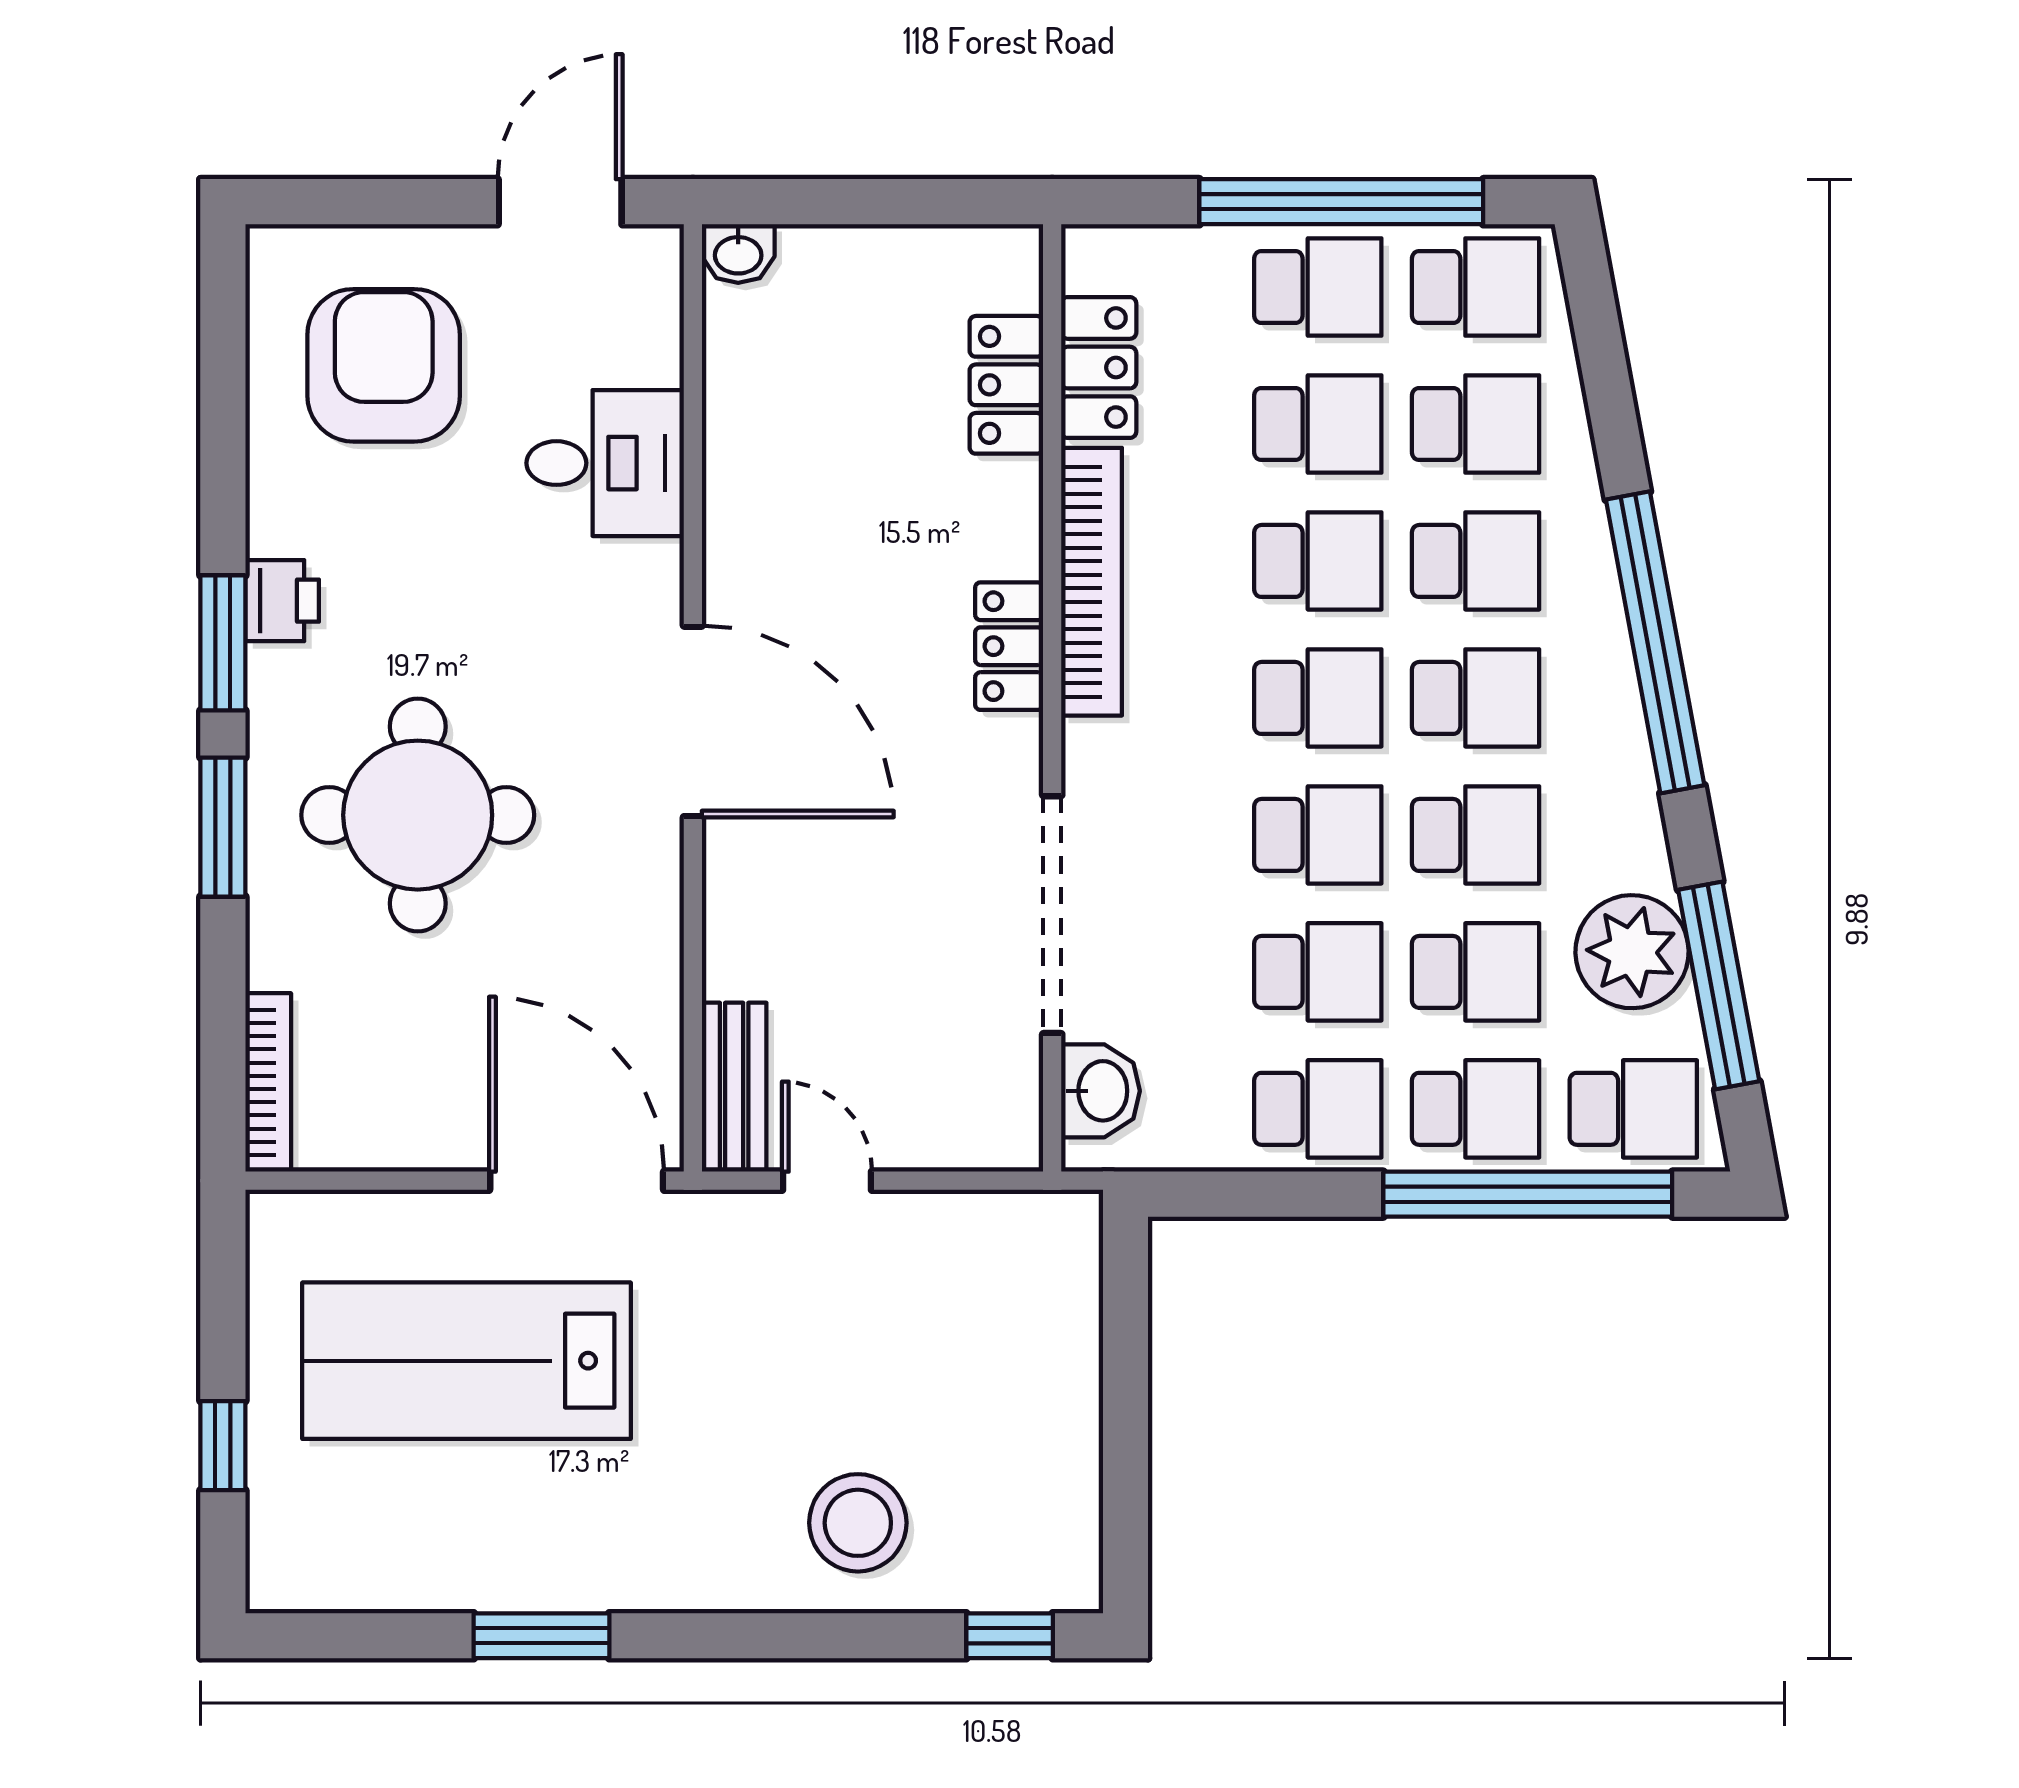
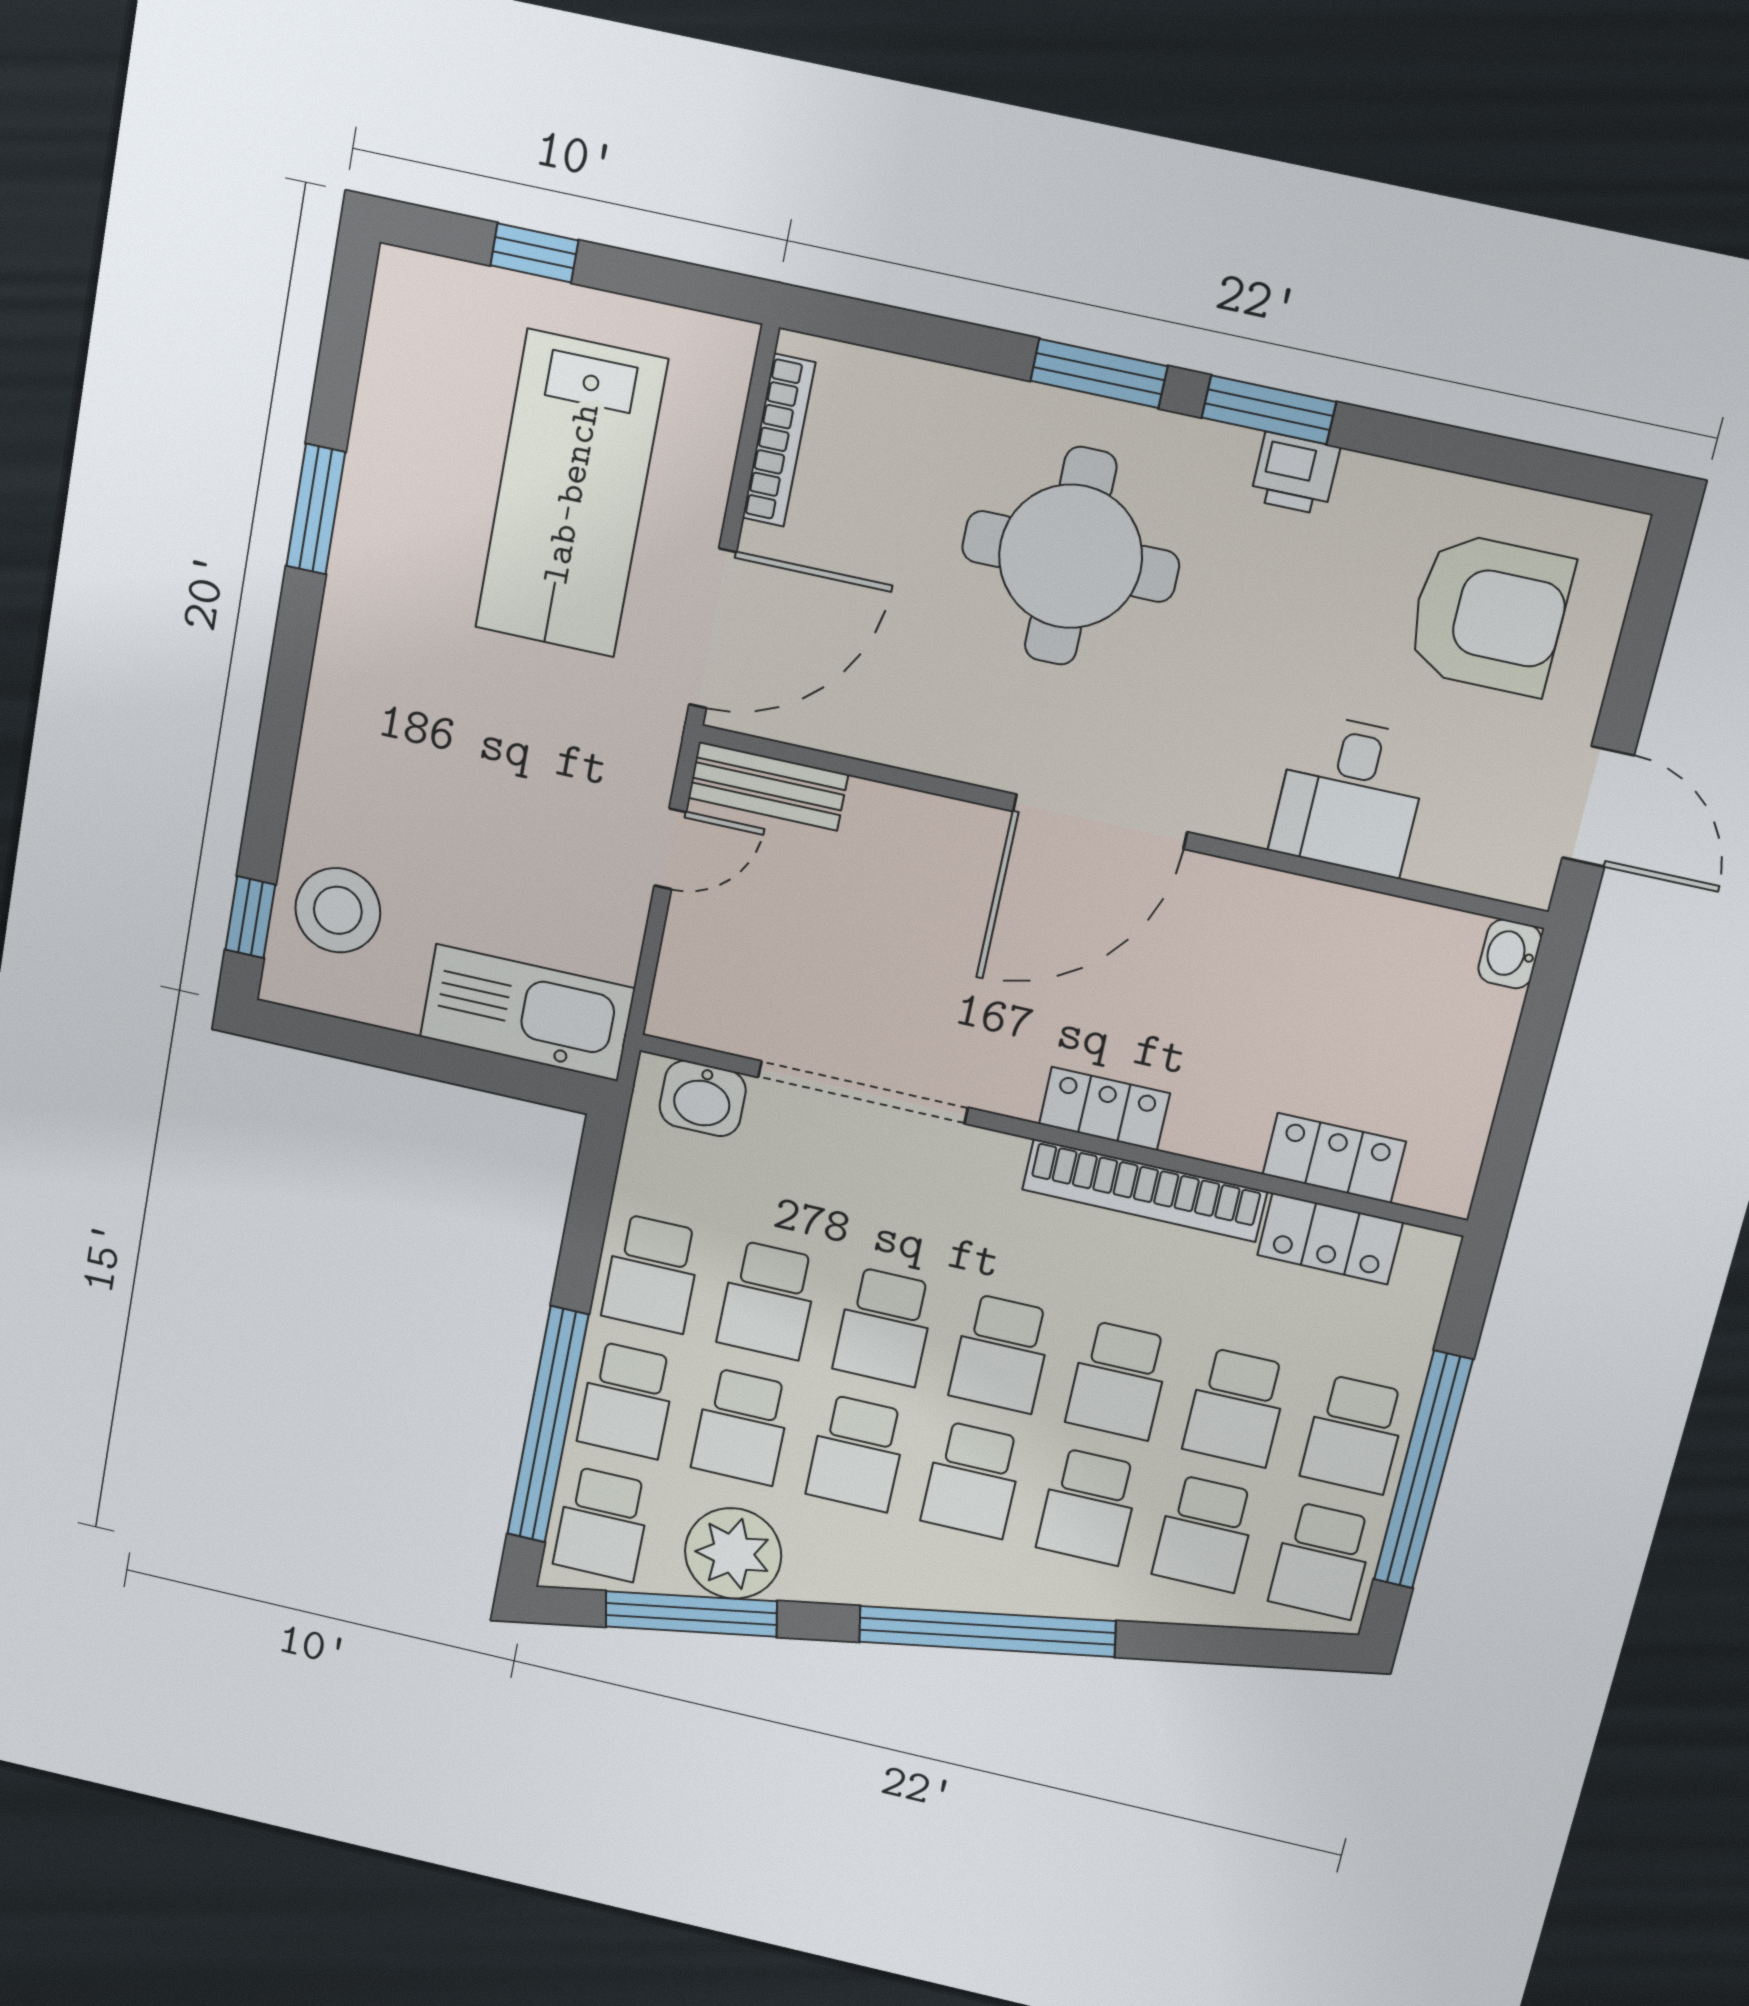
bookcase: (268, 1082) -> (779, 440), moved, turned -90
kitchen sink: (1048, 1305) -> (527, 1013), added
lab bench: (466, 1361) -> (571, 494), turned 180
stool: (858, 1523) -> (338, 910), moved

